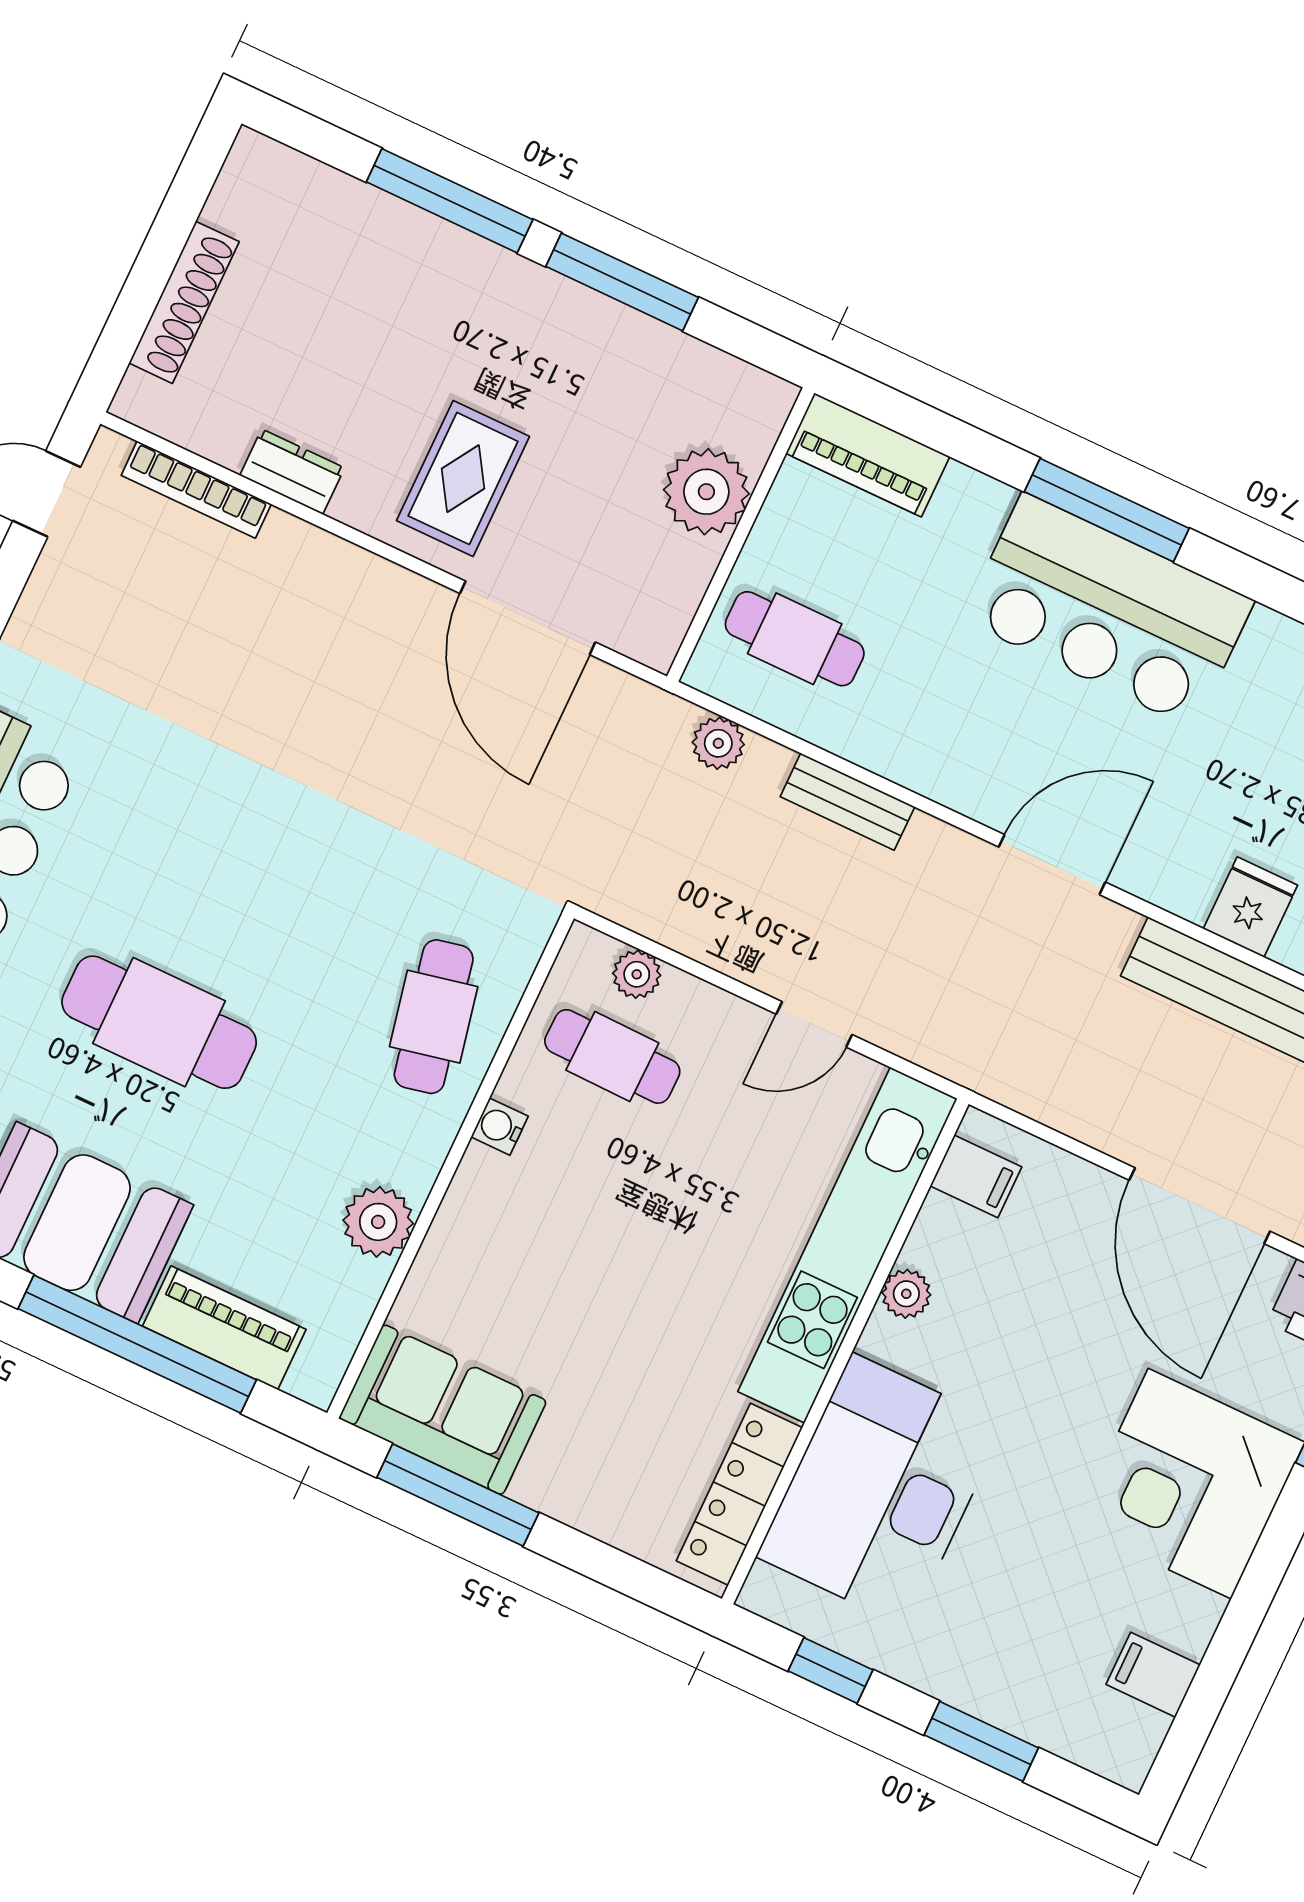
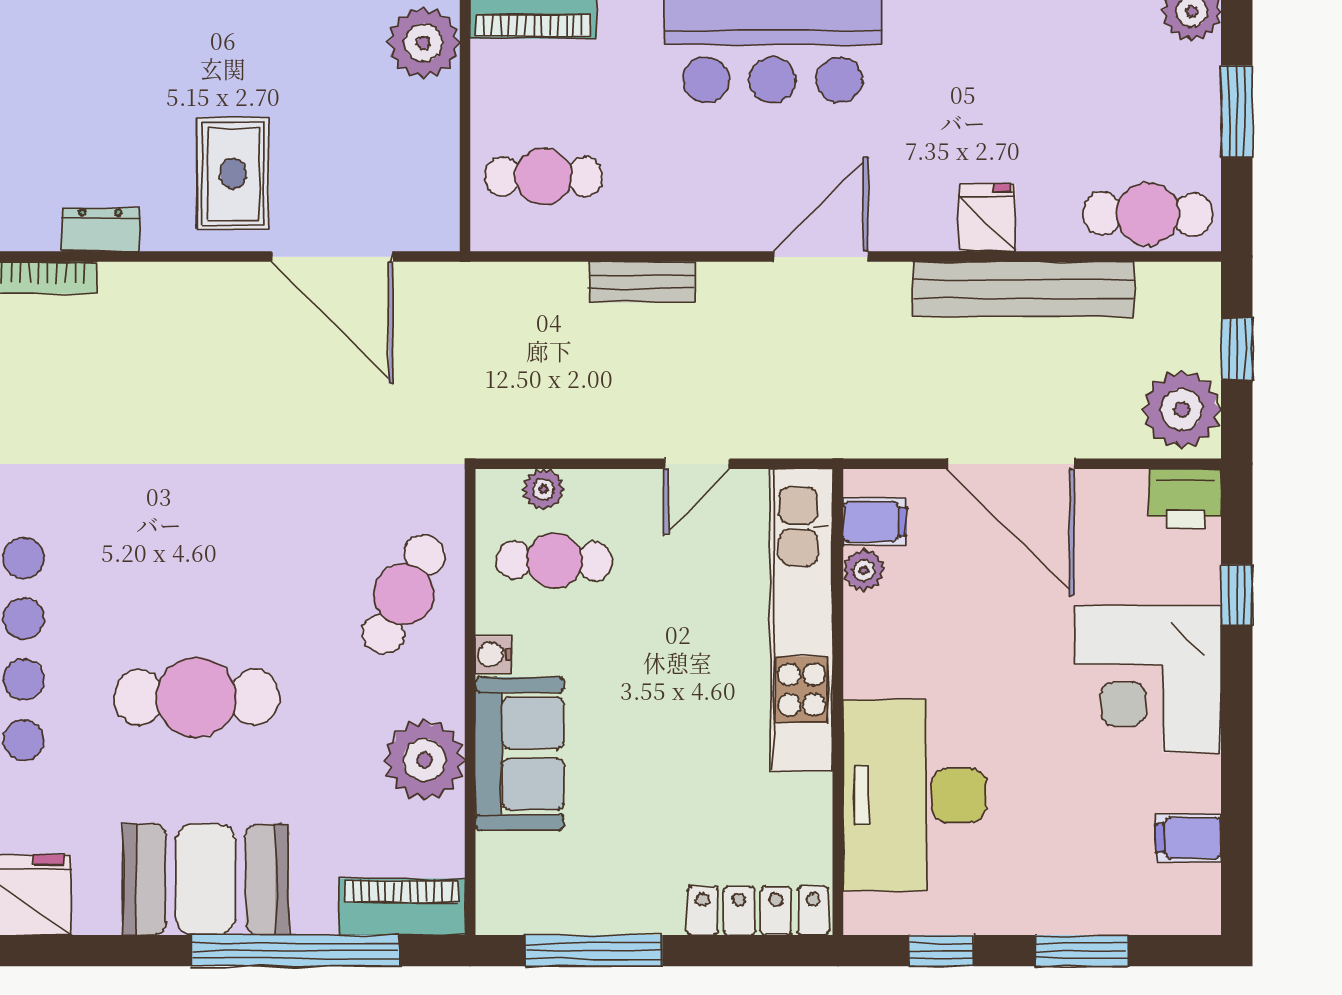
plant: (706, 492) -> (423, 43), moved
plant: (718, 743) -> (523, 284), removed
cafe table: (434, 1017) -> (404, 594), turned 40
door: (1200, 1206) -> (1011, 464), moved
plant: (378, 1222) -> (424, 760), width x1.36, depth x1.36
plant: (906, 1294) -> (864, 570), moved
piano: (224, 1328) -> (402, 907), moved
sofa: (443, 1410) -> (520, 754), moved, turned 90
locker: (739, 1494) -> (758, 911), moved, turned 90

